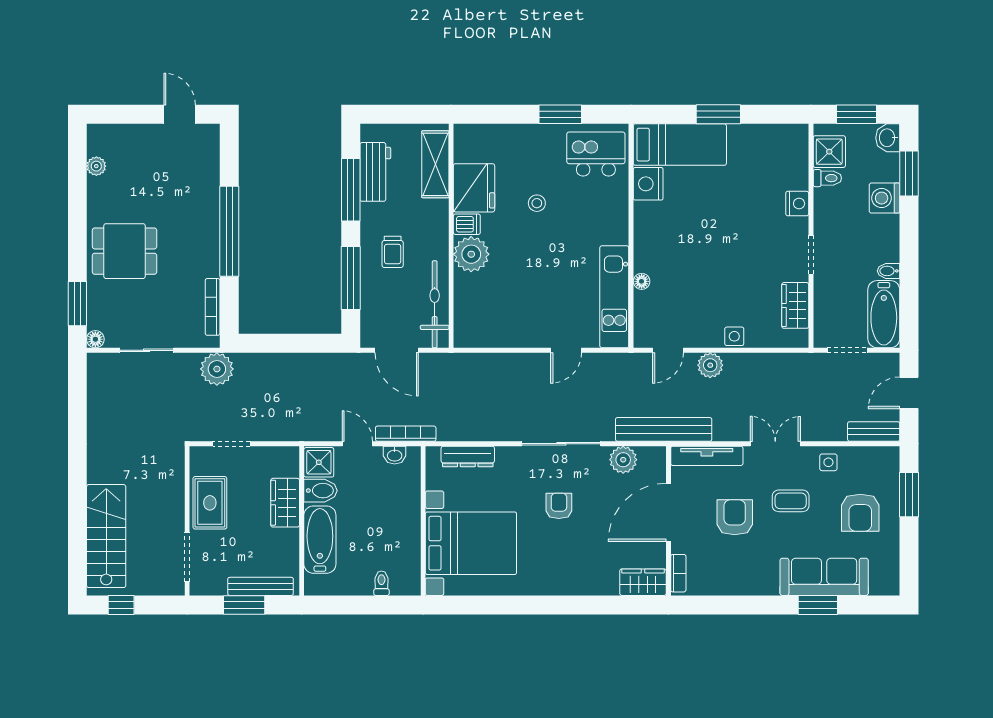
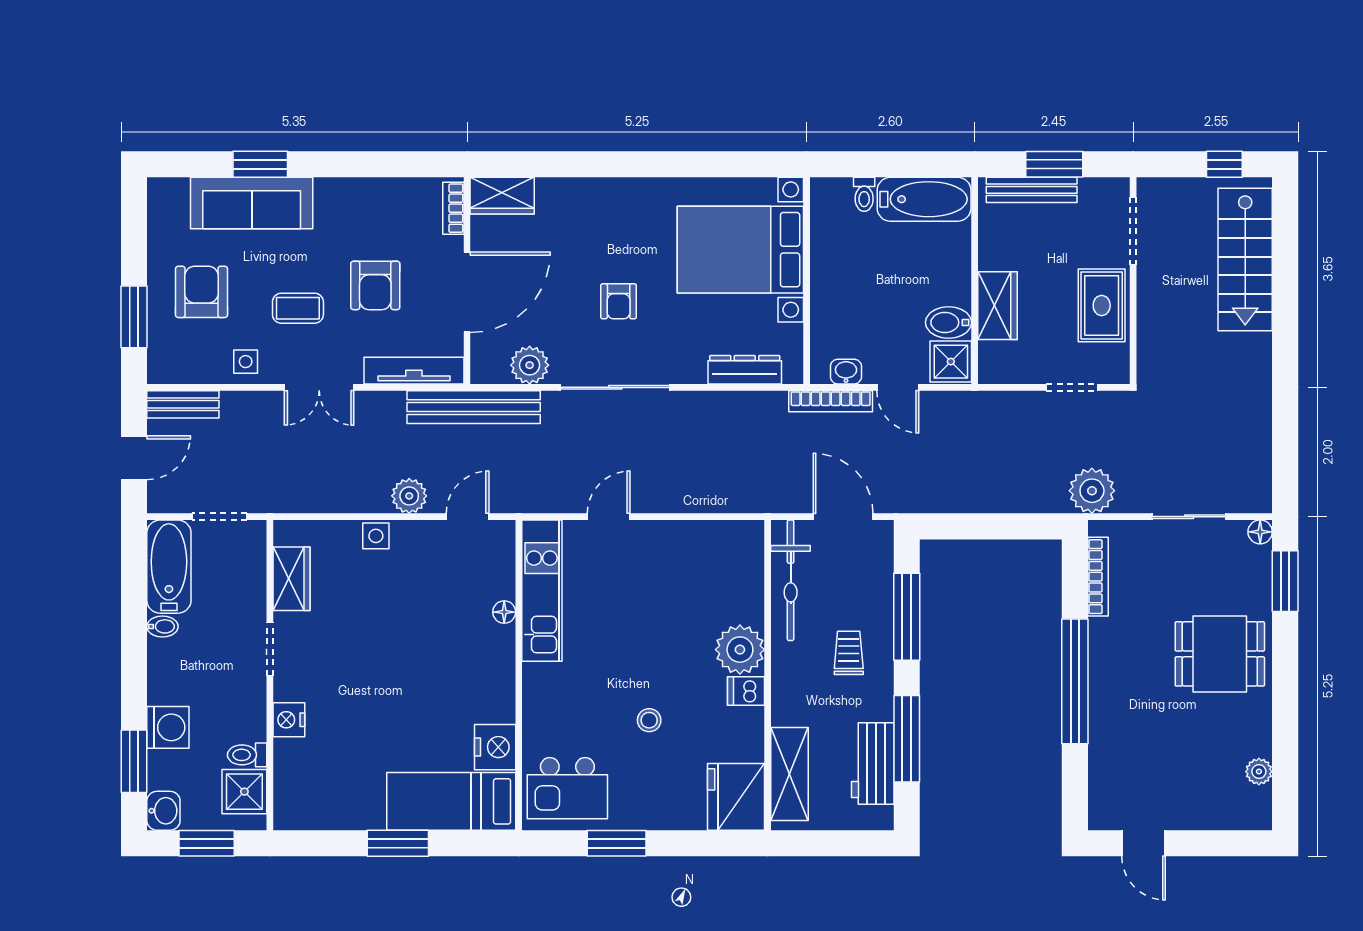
fridge: (474, 188) -> (736, 797), moved
bathtub: (320, 540) -> (924, 199), moved, turned -90

